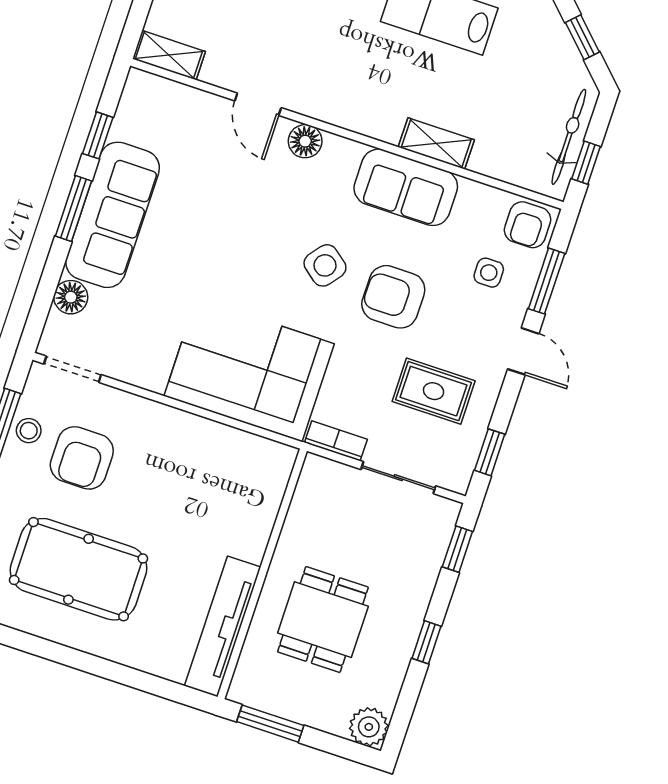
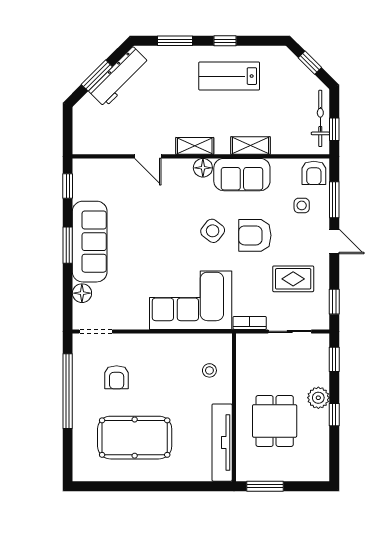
shelving: (169, 55) -> (195, 146), moved
window: (98, 135) -> (68, 186), moved
floor lamp: (305, 141) -> (203, 168), moved
stool: (29, 431) -> (209, 370), moved
armchair: (82, 458) -> (117, 377), width x0.72, depth x0.72
plant: (369, 727) -> (318, 398), moved

